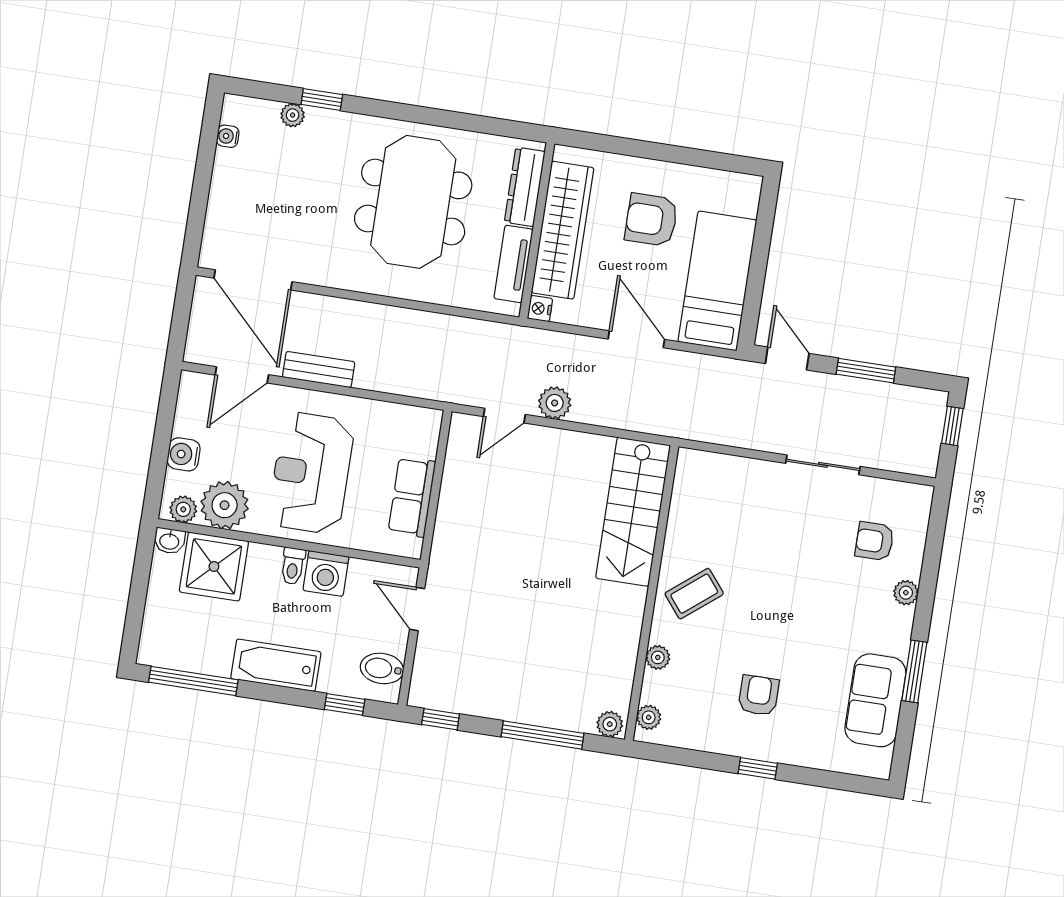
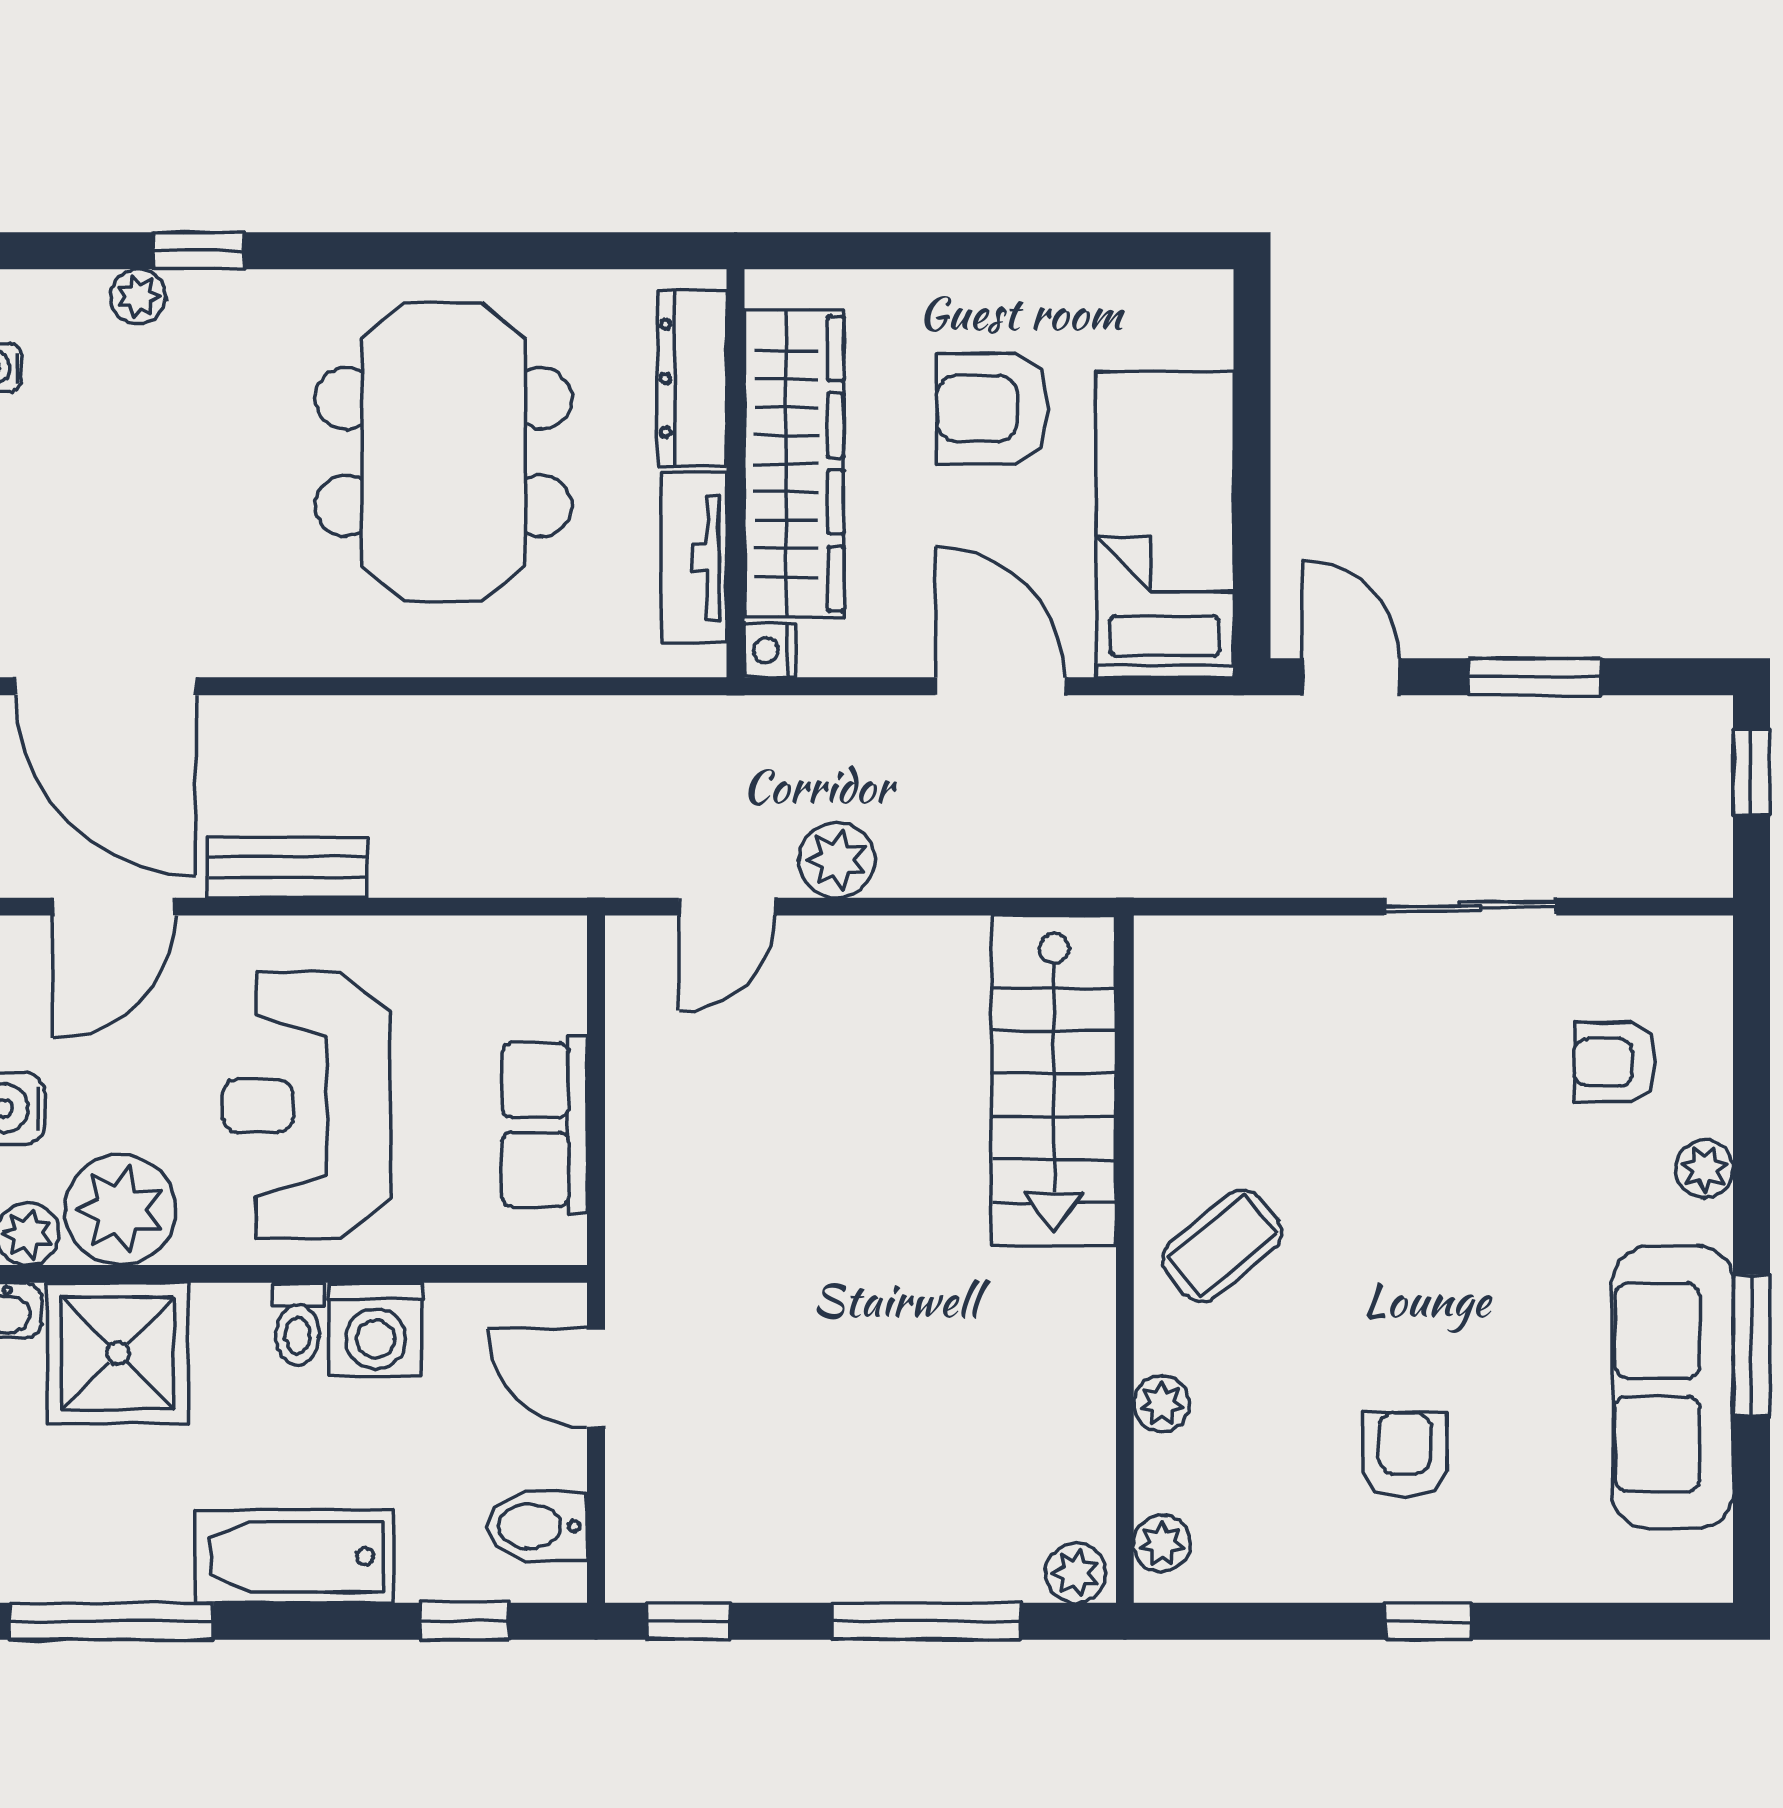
sofa: (875, 700) -> (1673, 1387), width x1.36

